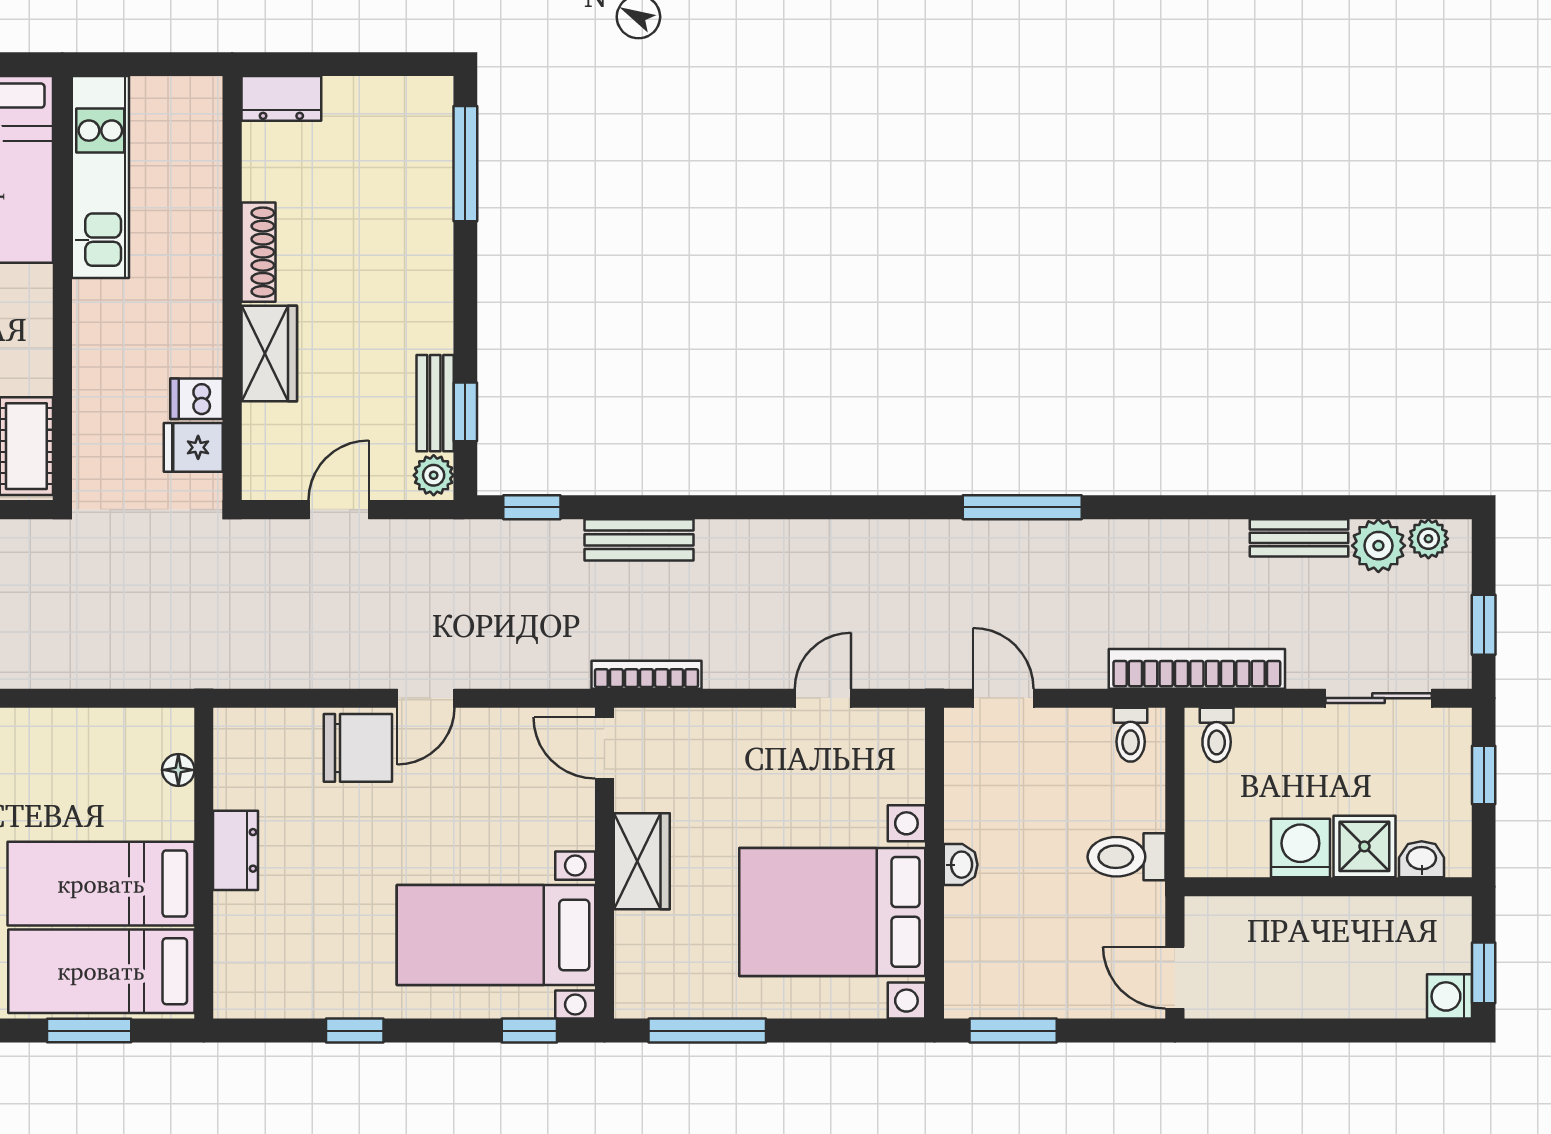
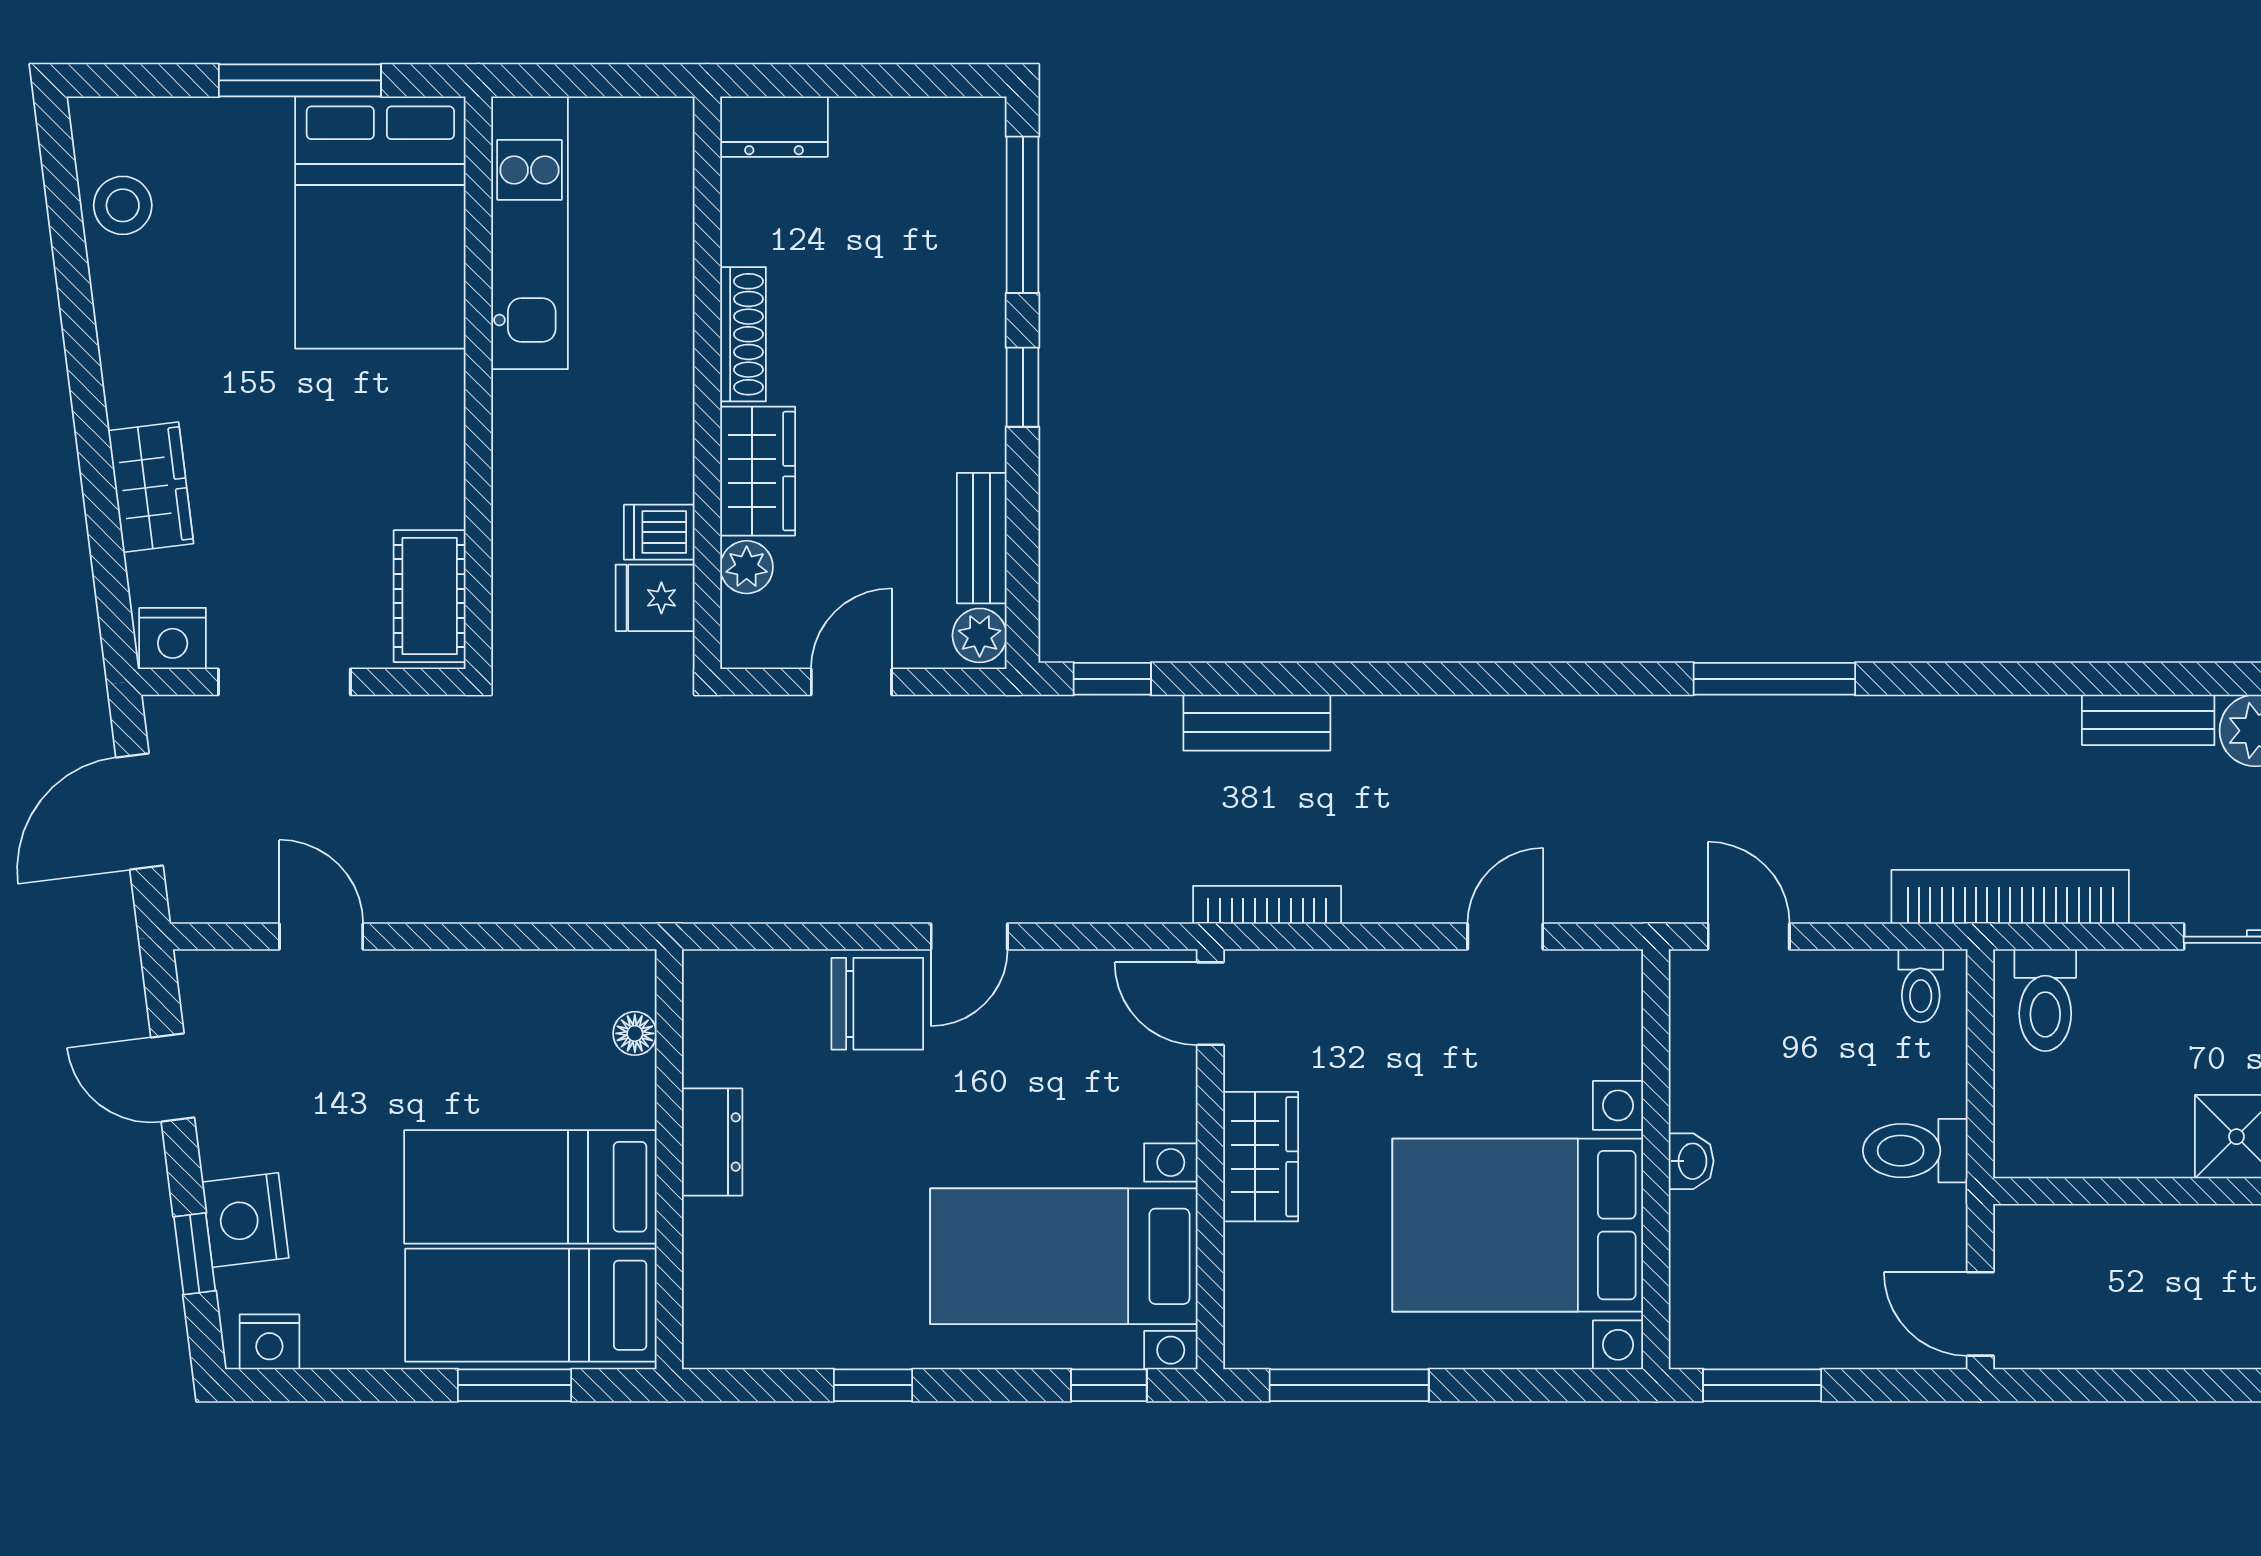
window: (465, 412) -> (1023, 387), moved
plant: (261, 425) -> (747, 567), added
toilet: (1217, 735) -> (2045, 1000), width x1.37, depth x1.39
washing machine: (1300, 848) -> (2150, 1139), removed

